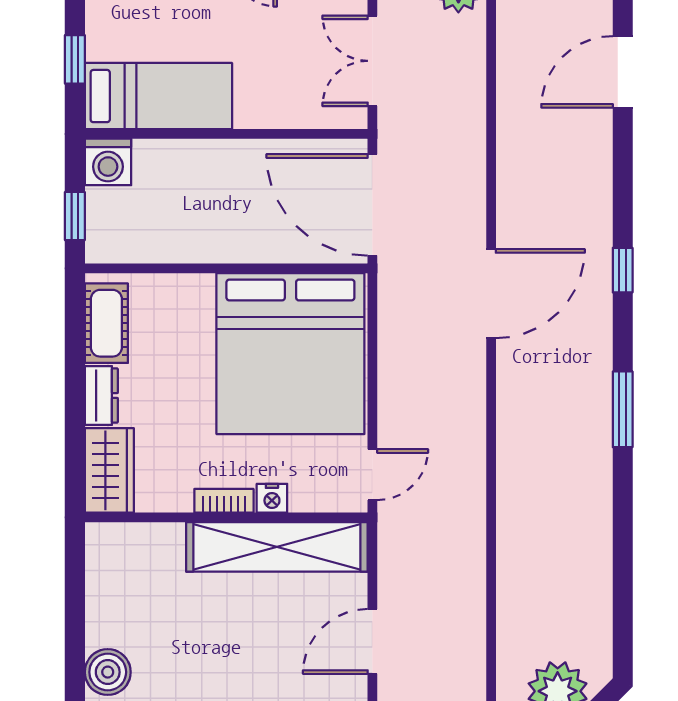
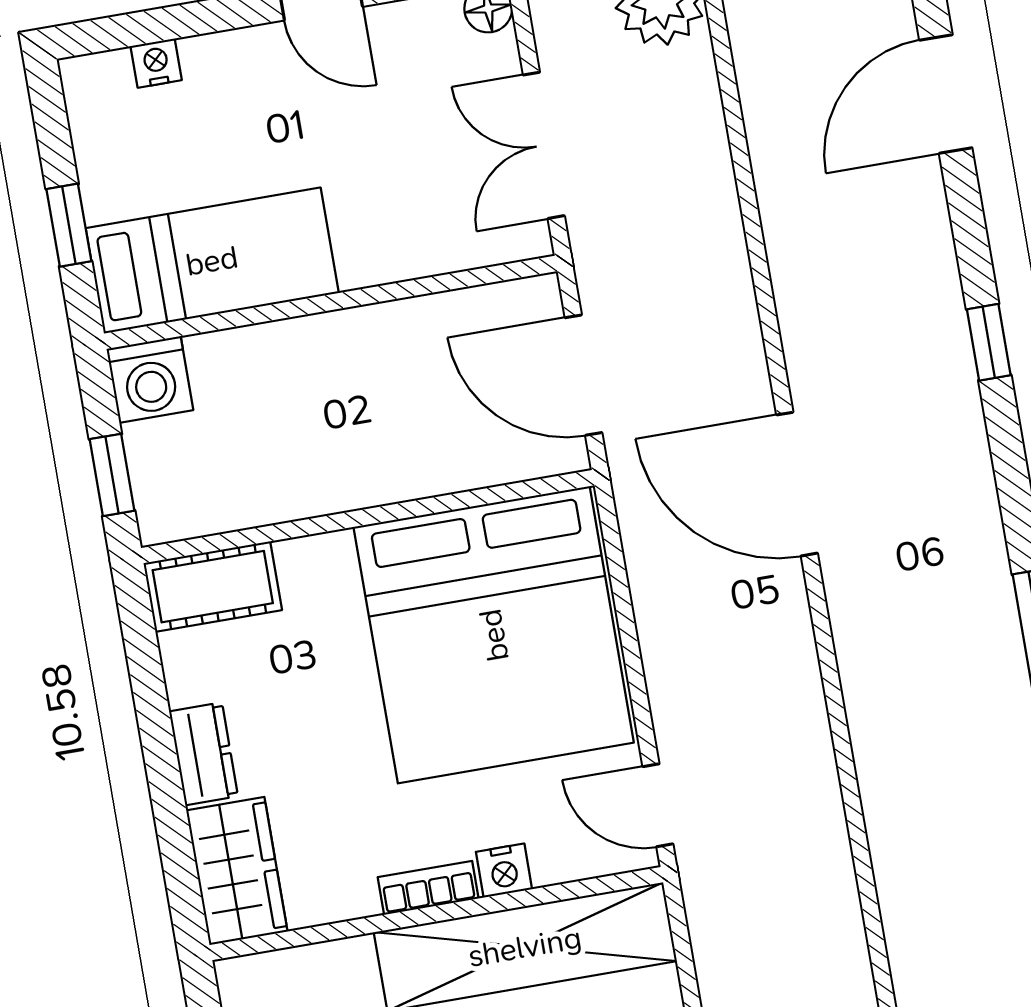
door: (372, 205) -> (584, 375), width x0.73
window: (623, 270) -> (989, 342), moved
door: (491, 294) -> (797, 484), swing flipped
cot: (106, 323) -> (213, 587), moved, turned 90
door: (372, 475) -> (658, 805), swing flipped

